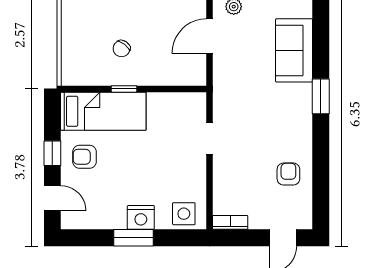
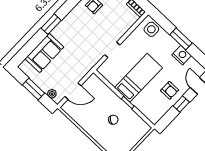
bed: (103, 111) -> (139, 78), moved, turned 90
nightstand: (141, 217) -> (182, 55), moved

